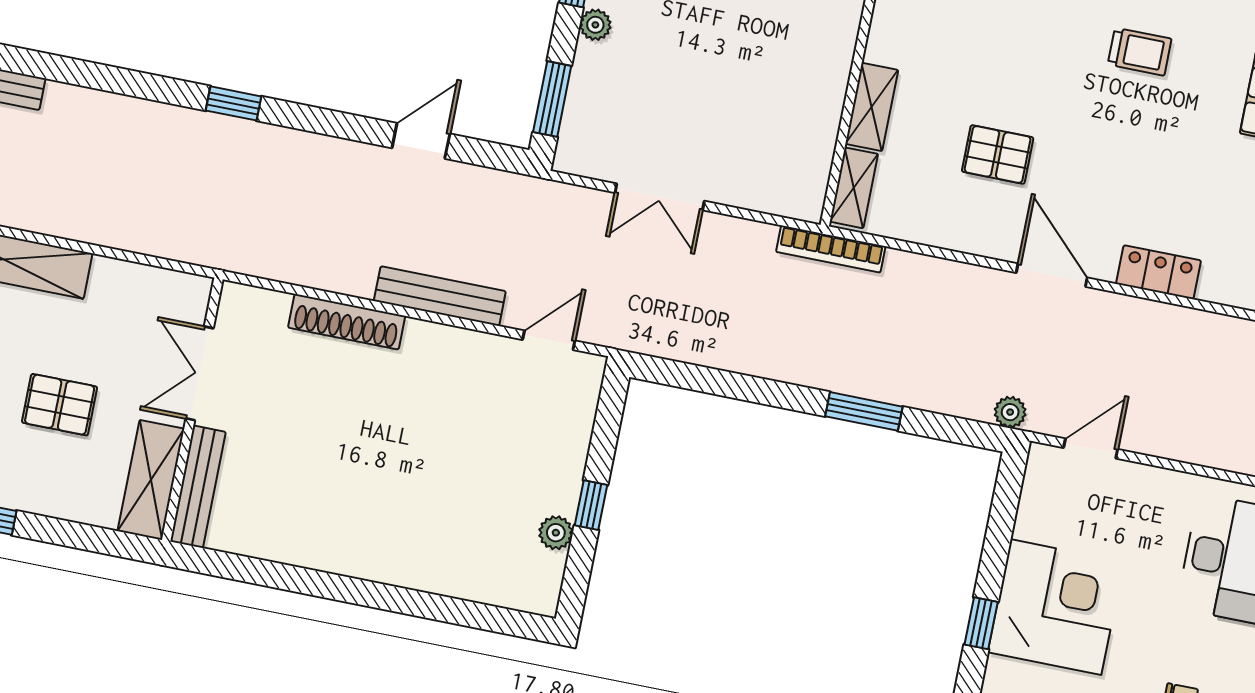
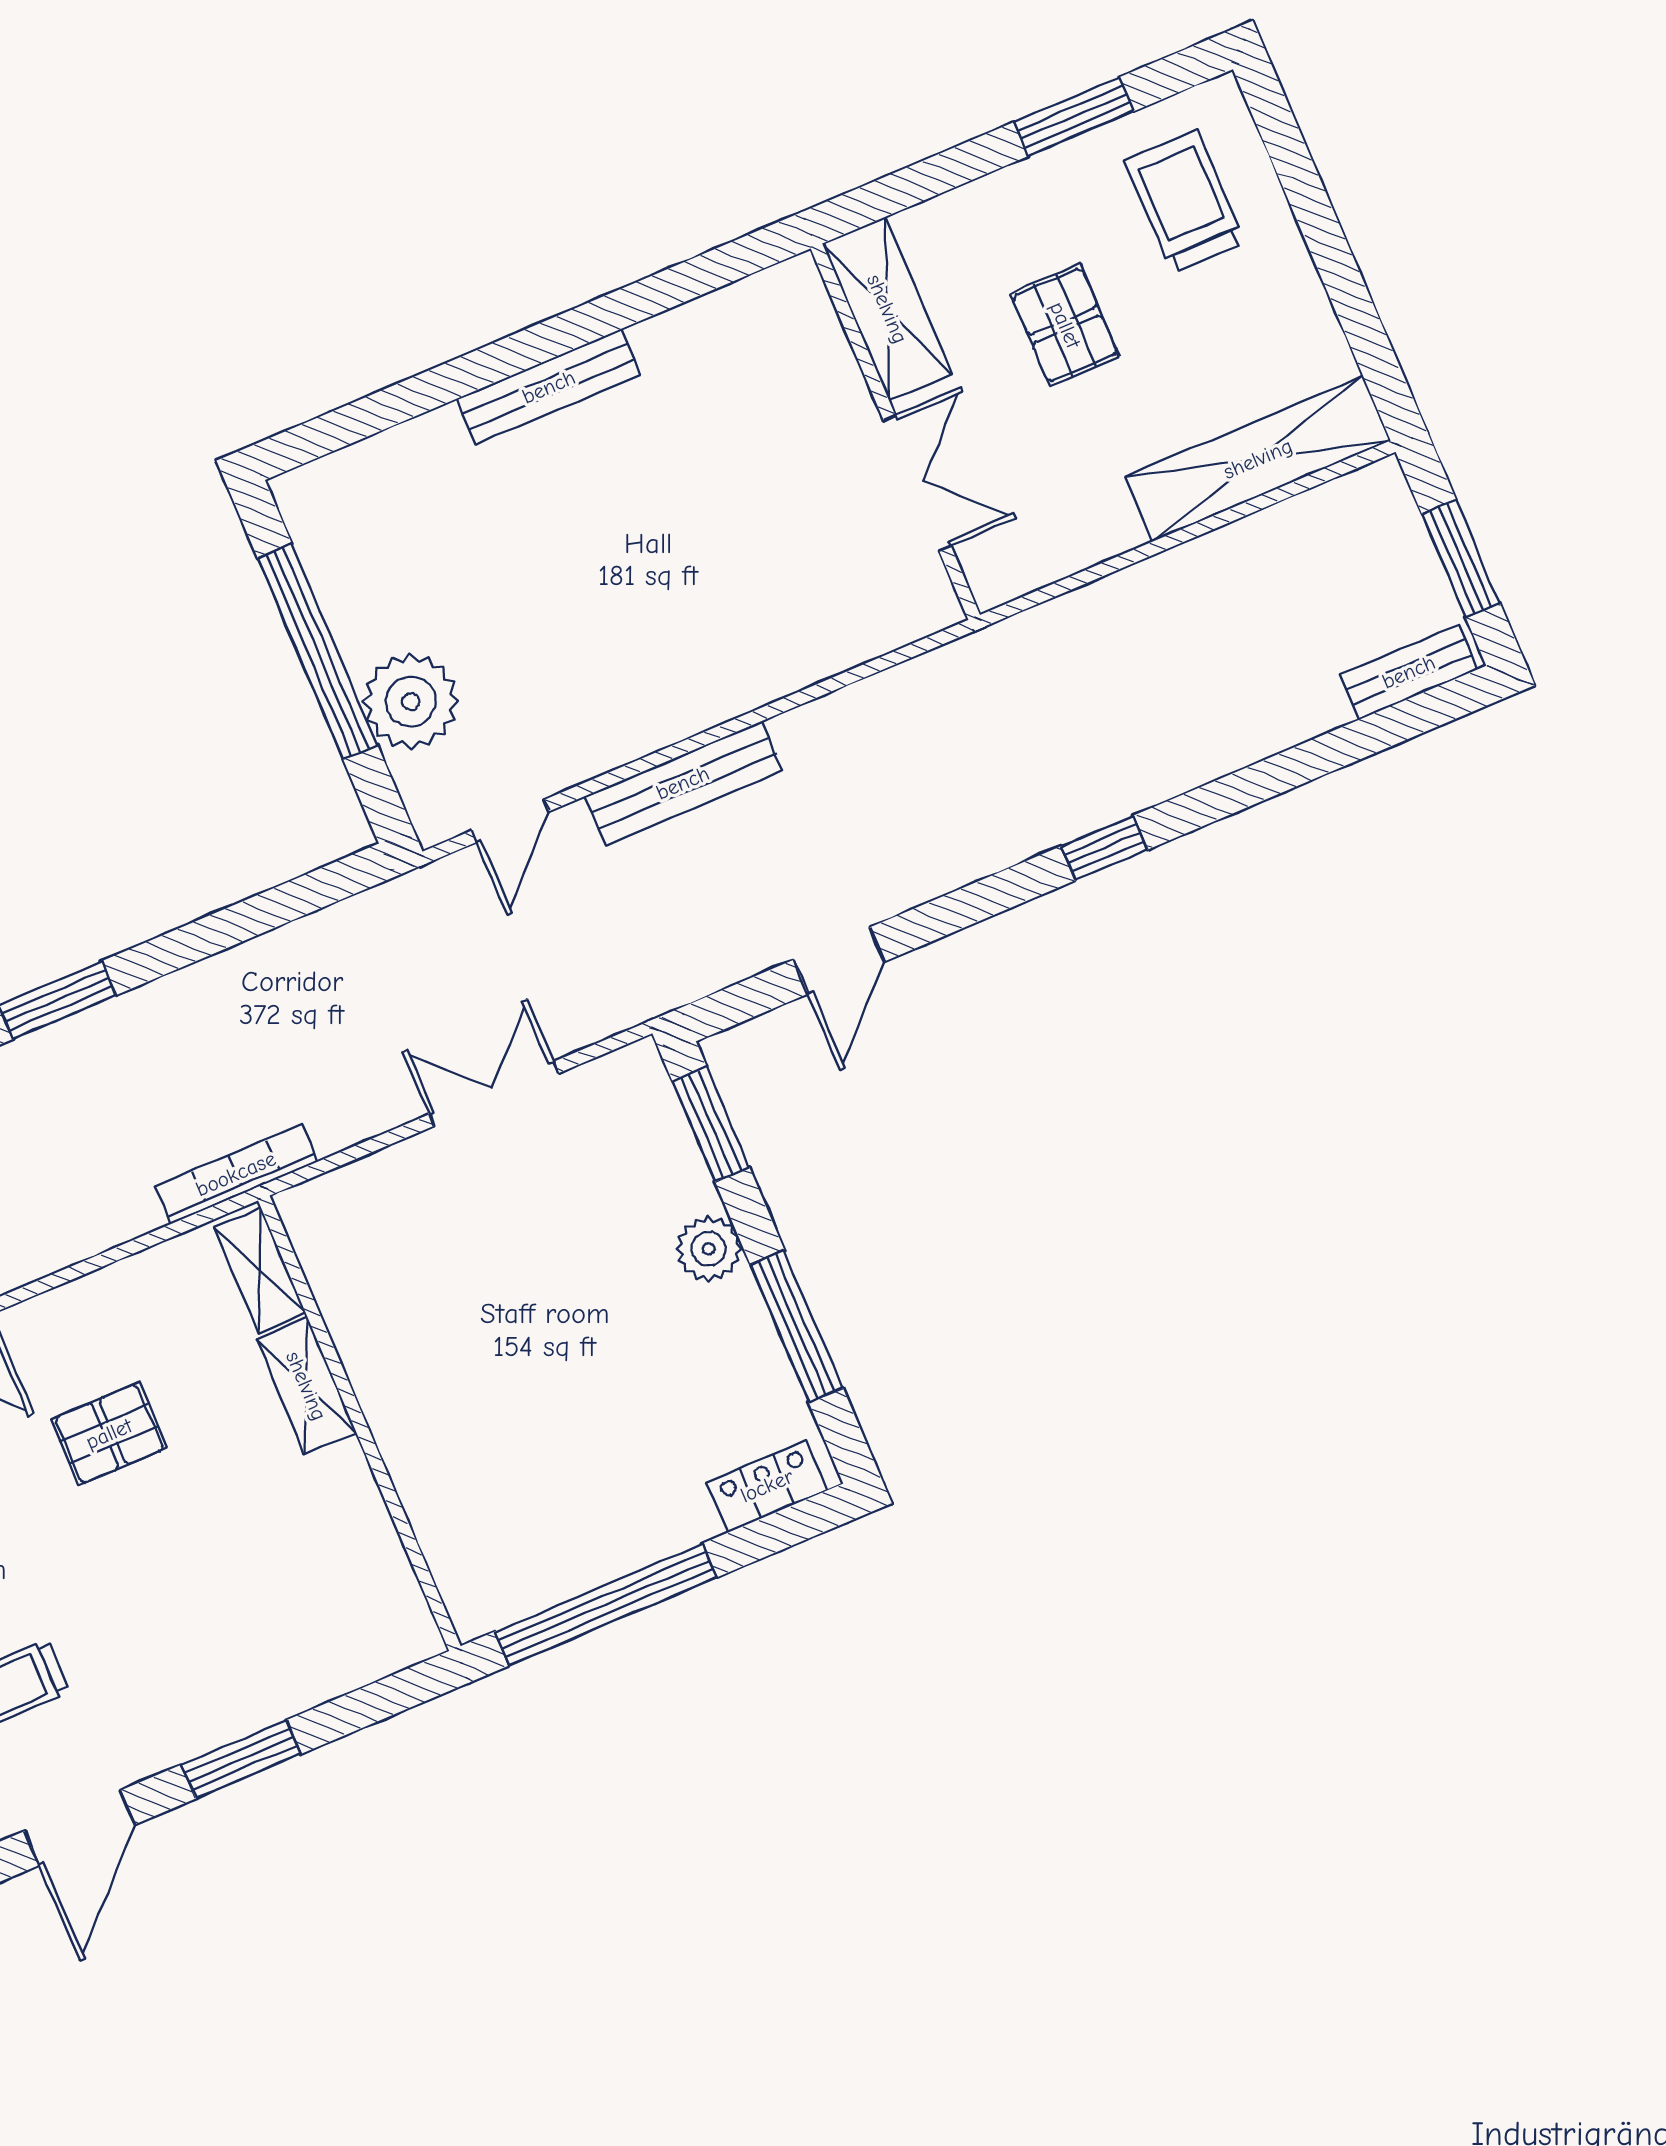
plant: (595, 25) -> (709, 1249), width x1.38, depth x1.38
shoe rack: (347, 322) -> (778, 672), removed
pallet: (60, 405) -> (1065, 325), turned 90
bench: (198, 487) -> (549, 387), moved, turned 90
window: (591, 505) -> (317, 651), width x3.17
plant: (556, 533) -> (411, 701), moved, width x1.88, depth x1.88

